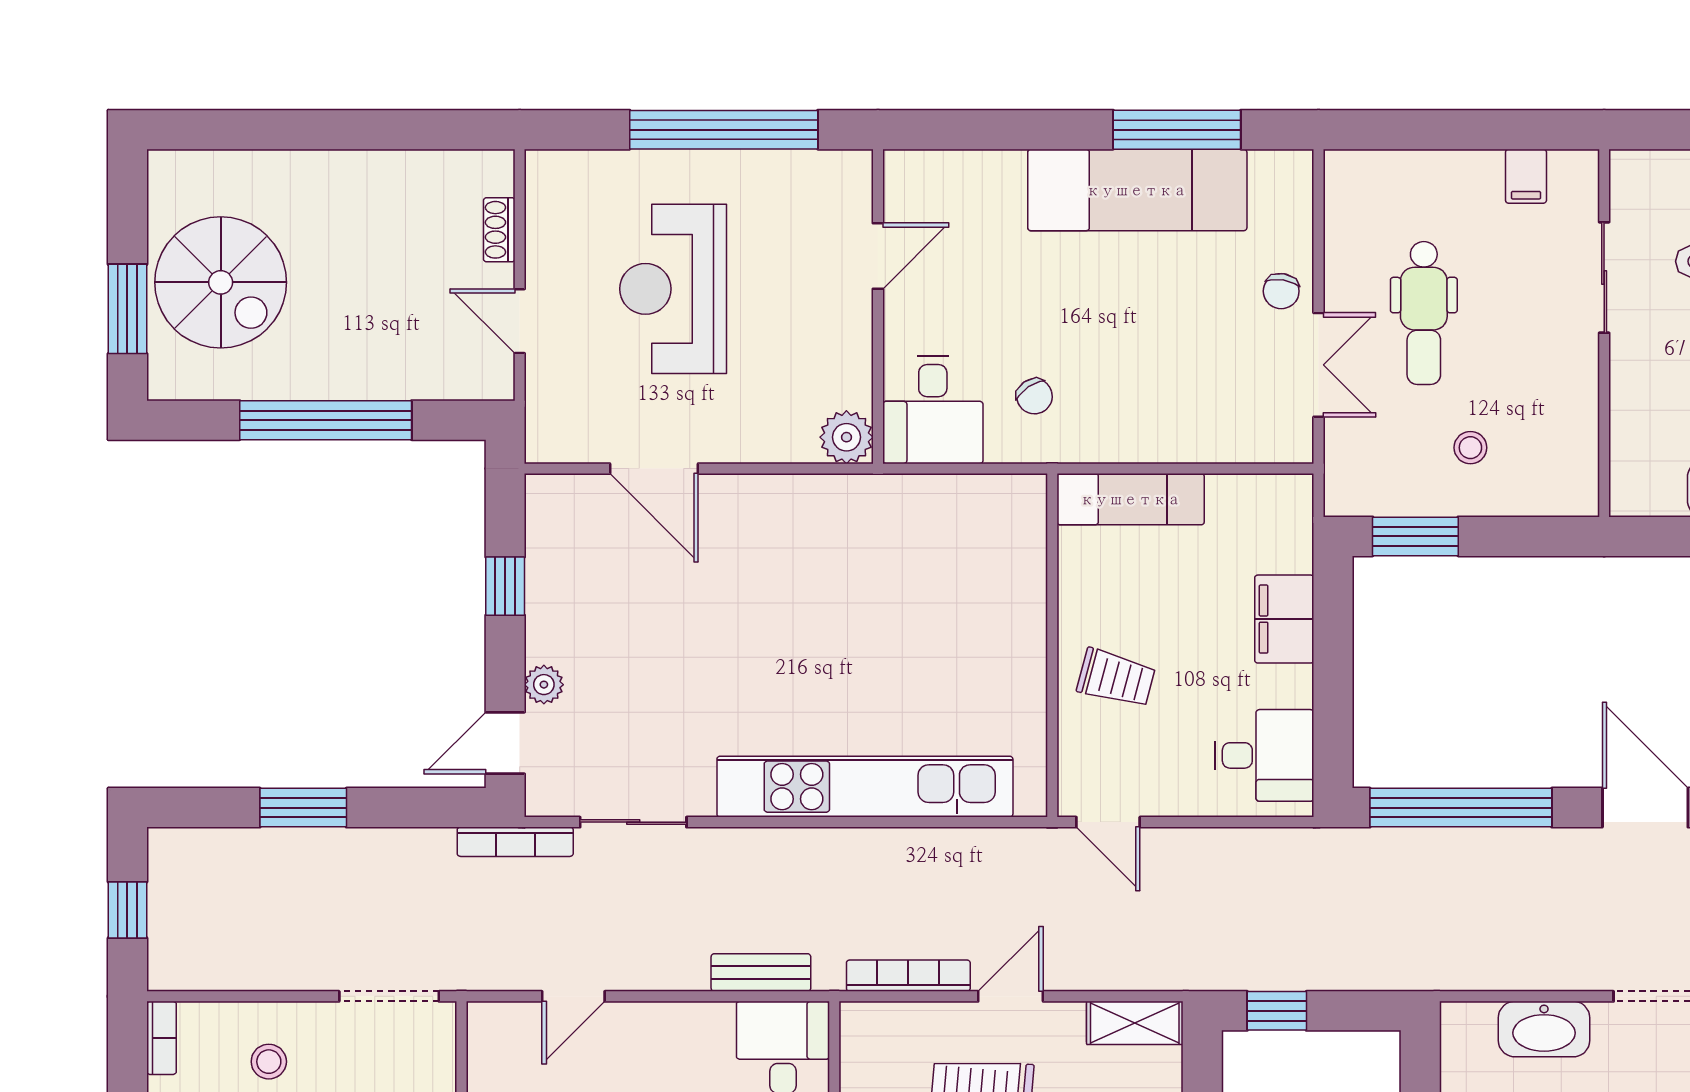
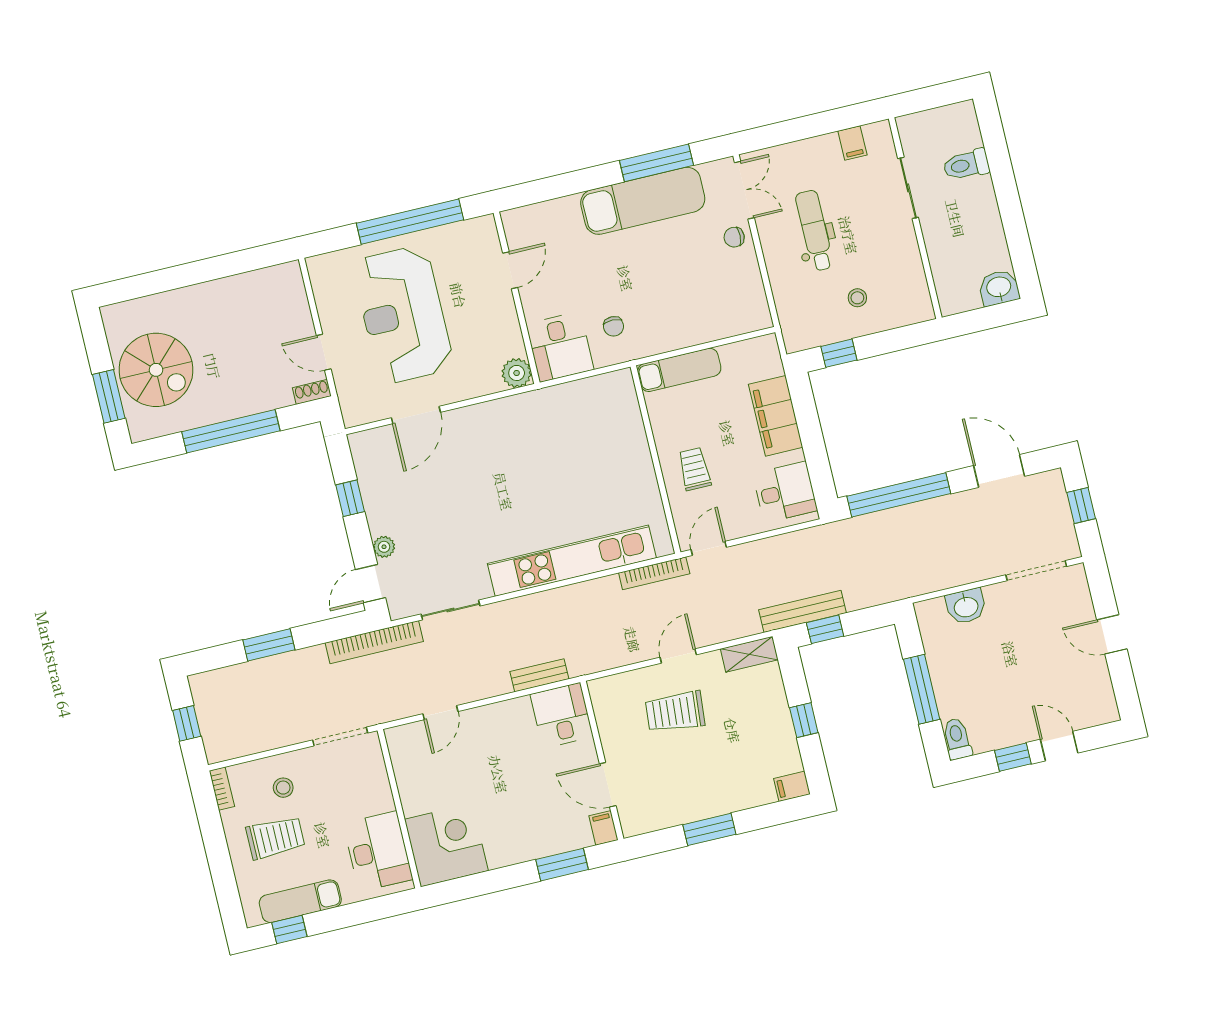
shoe rack: (499, 230) -> (312, 392), moved, turned 90
reception desk: (673, 289) -> (403, 315), width x1.36, depth x1.30
chair: (1281, 291) -> (734, 237), turned 83
dental chair: (1424, 313) -> (815, 231), turned 180
double door: (1318, 365) -> (744, 190), moved
chair: (1034, 396) -> (614, 326), turned 34
door: (654, 469) -> (416, 415), hinge flipped
window: (1415, 536) -> (839, 353), width x0.67
filing cabinet: (1284, 619) -> (776, 416), width x1.50, depth x1.17
trolley: (1116, 678) -> (694, 469), turned -105
door: (1108, 822) -> (709, 548), swing flipped
bookcase: (515, 842) -> (374, 642), width x1.48, depth x1.31
bench: (1245, 970) -> (802, 611), added
bookcase: (908, 976) -> (654, 573), moved, turned 180
washbasin: (1544, 1029) -> (966, 606), width x0.72

